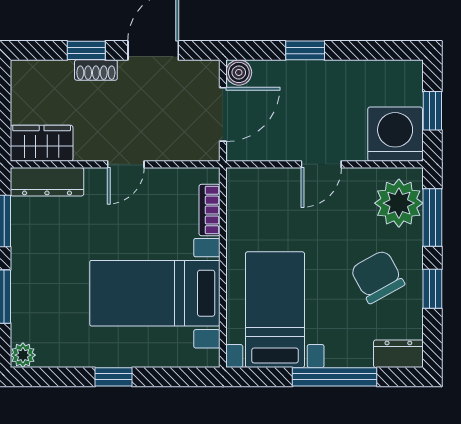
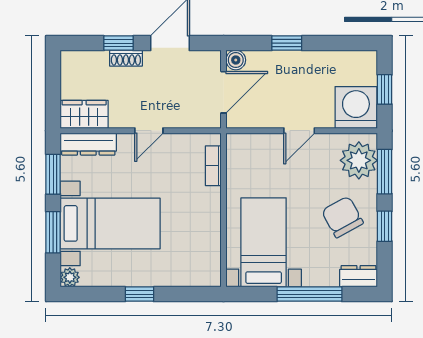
bed with nightstands: (155, 293) -> (110, 223), moved, turned 180

